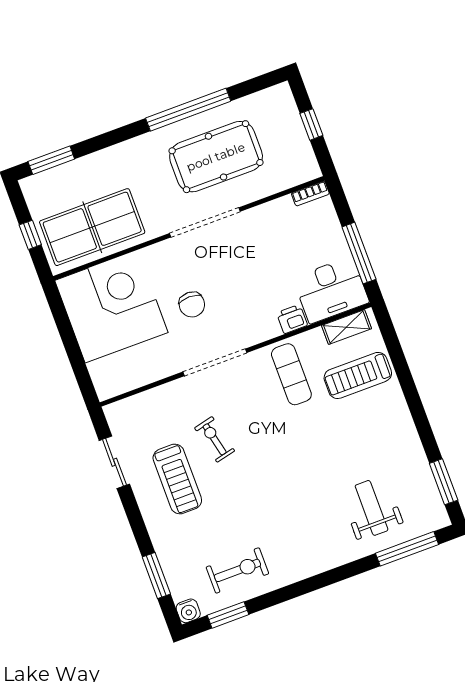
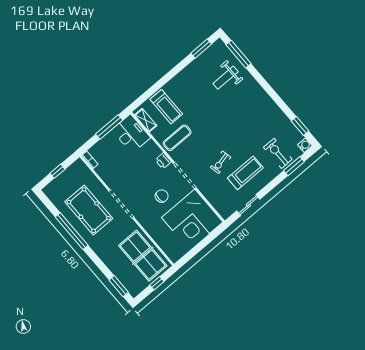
corner desk: (111, 307) -> (192, 220), moved, turned -90
printer: (292, 319) -> (163, 161), moved
exercise bike: (237, 570) -> (278, 153), moved

